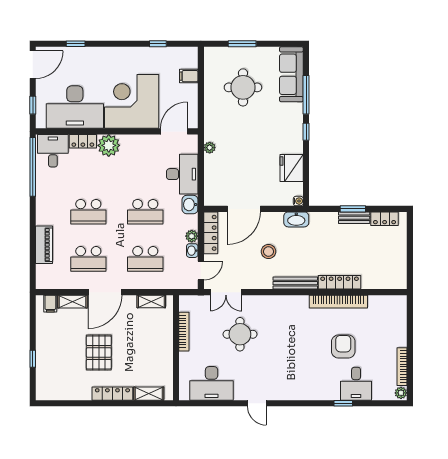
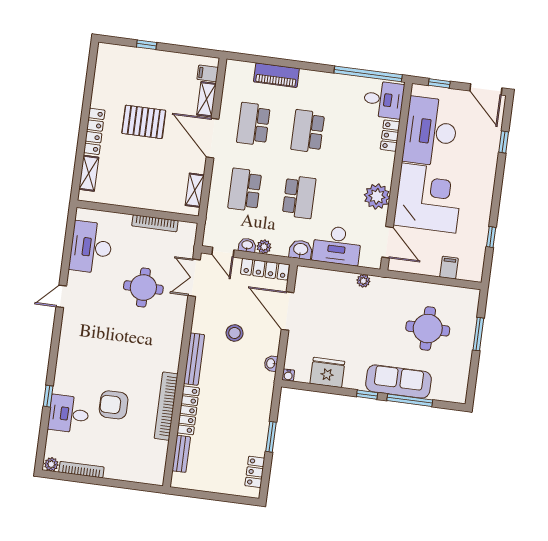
sofa: (291, 74) -> (399, 382), moved
plant: (109, 145) -> (377, 196), moved
school desk: (145, 212) -> (299, 197), turned 180
bench: (354, 218) -> (181, 454), moved
washbasin: (296, 219) -> (271, 363), width x0.52, depth x0.69
armchair: (343, 346) -> (114, 405), turned 180

